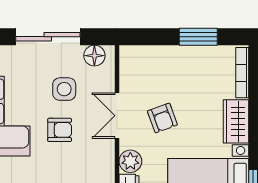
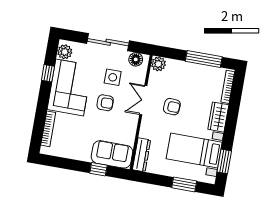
window: (198, 37) -> (204, 59), width x1.44
armchair: (162, 118) -> (172, 107), turned -67
plant: (130, 161) -> (158, 64), moved

